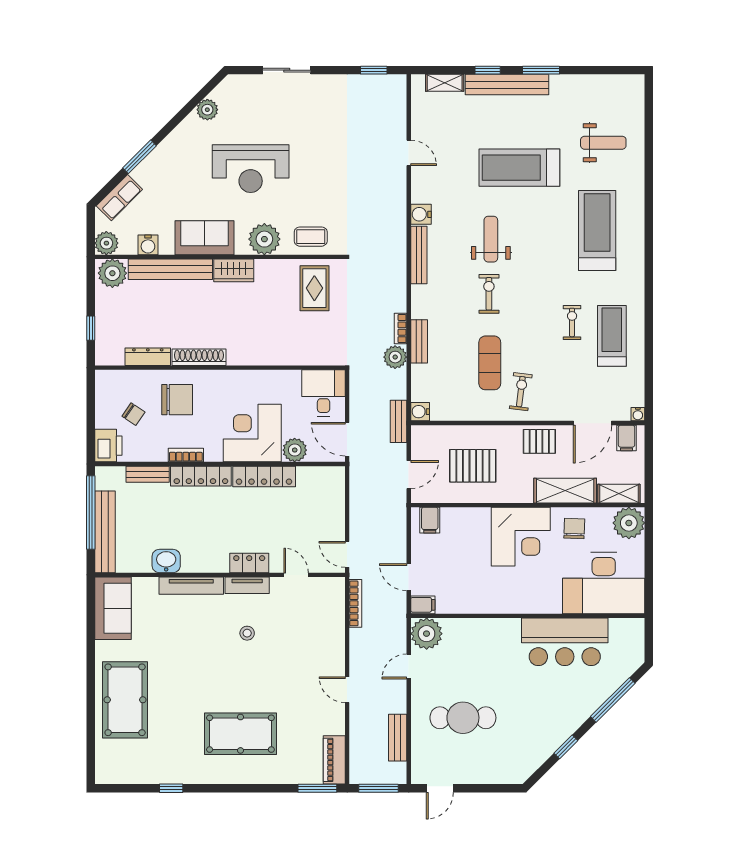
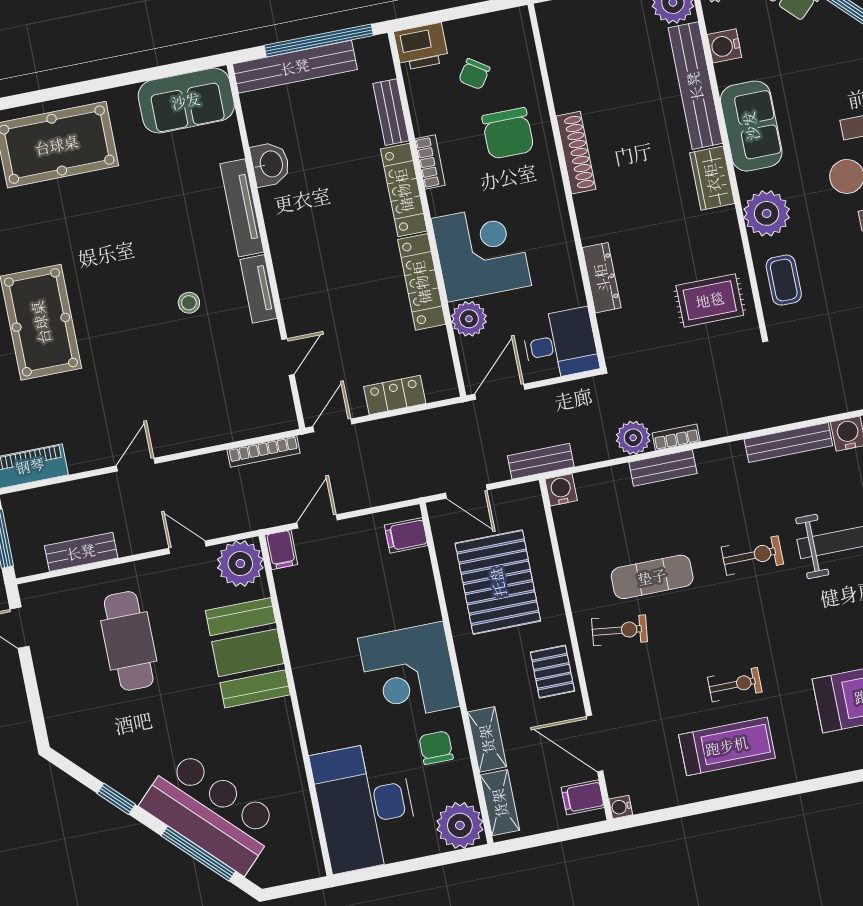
dresser: (148, 357) -> (602, 278), moved
pallet: (473, 466) -> (498, 582), width x1.37, depth x1.41
shelving: (565, 491) -> (487, 739), width x0.67, depth x0.75
chair: (574, 529) -> (436, 748), turned -92
locker: (249, 563) -> (395, 395), moved, turned -90
booth: (486, 640) -> (248, 653), added
bar counter: (565, 642) -> (211, 812), moved, turned 135

